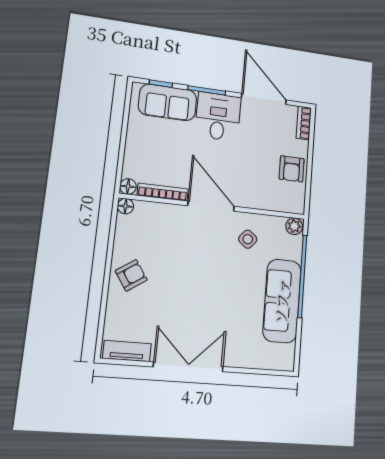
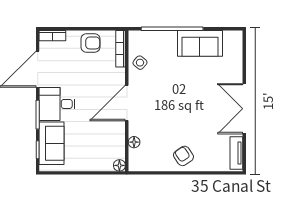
bookcase: (163, 192) -> (121, 49), moved
floor lamp: (125, 206) -> (134, 142), moved
plant: (294, 226) -> (135, 38), removed
side table: (248, 239) -> (140, 63), moved
sofa: (282, 301) -> (200, 43), width x0.73

